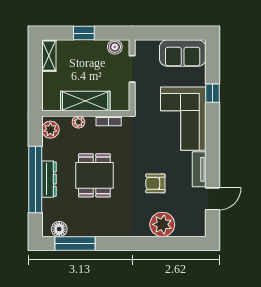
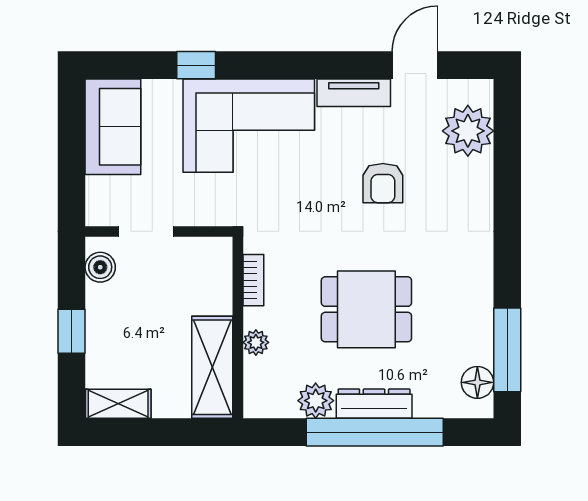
shelving: (85, 101) -> (212, 367), moved
plant: (50, 130) -> (316, 401), moved
door: (212, 199) -> (415, 65), hinge flipped
plant: (162, 224) -> (468, 131), moved

